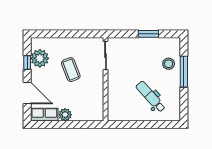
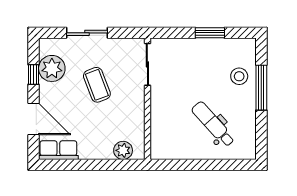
sliding door: (64, 34) -> (87, 33), added
plant: (65, 115) -> (123, 150), moved

